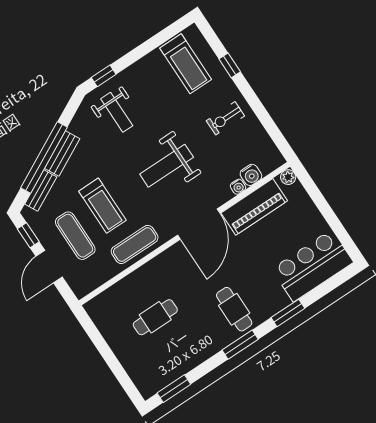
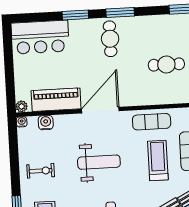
water cooler: (238, 187) -> (22, 122), moved

